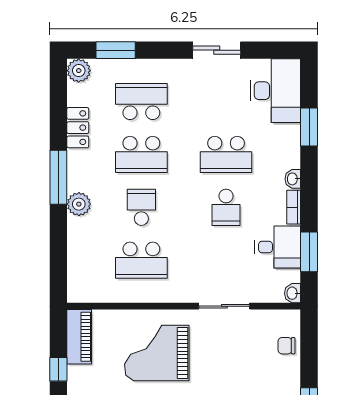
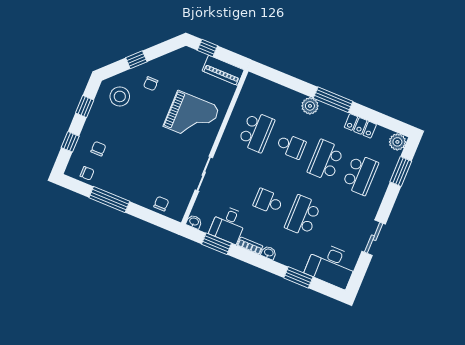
school desk: (141, 260) -> (256, 132), turned 180
grand piano: (157, 353) -> (191, 117), turned 90

